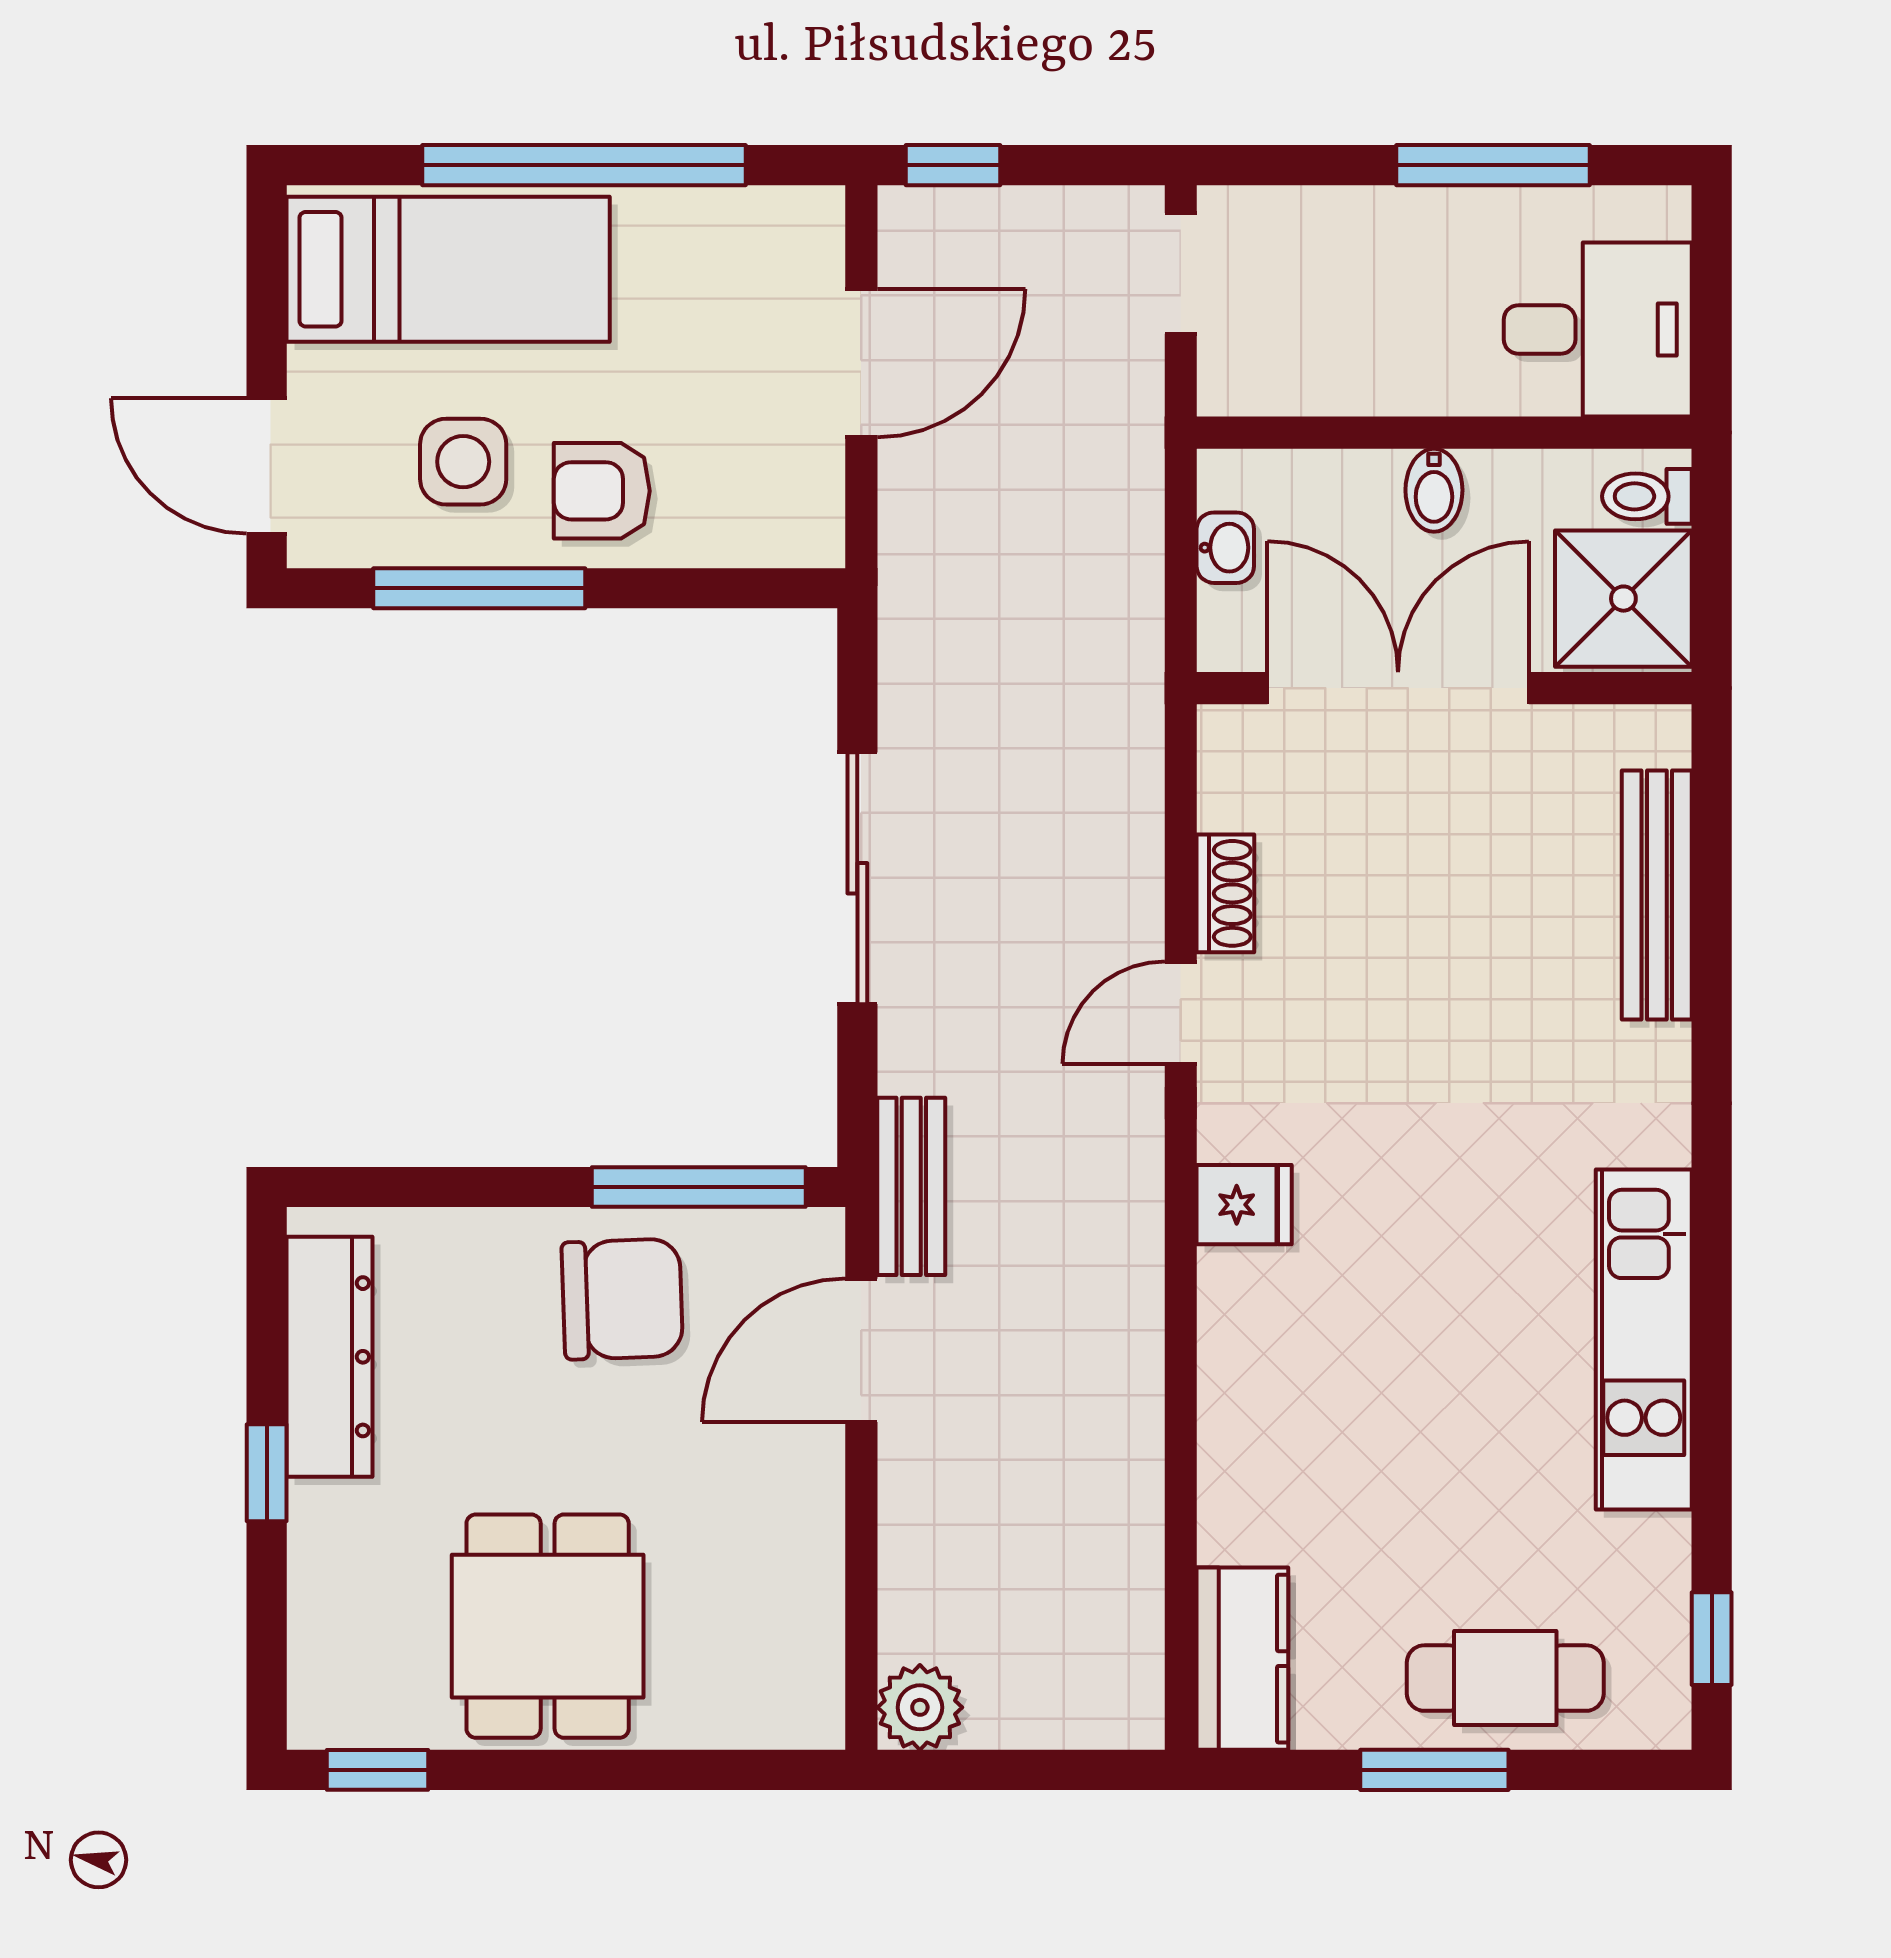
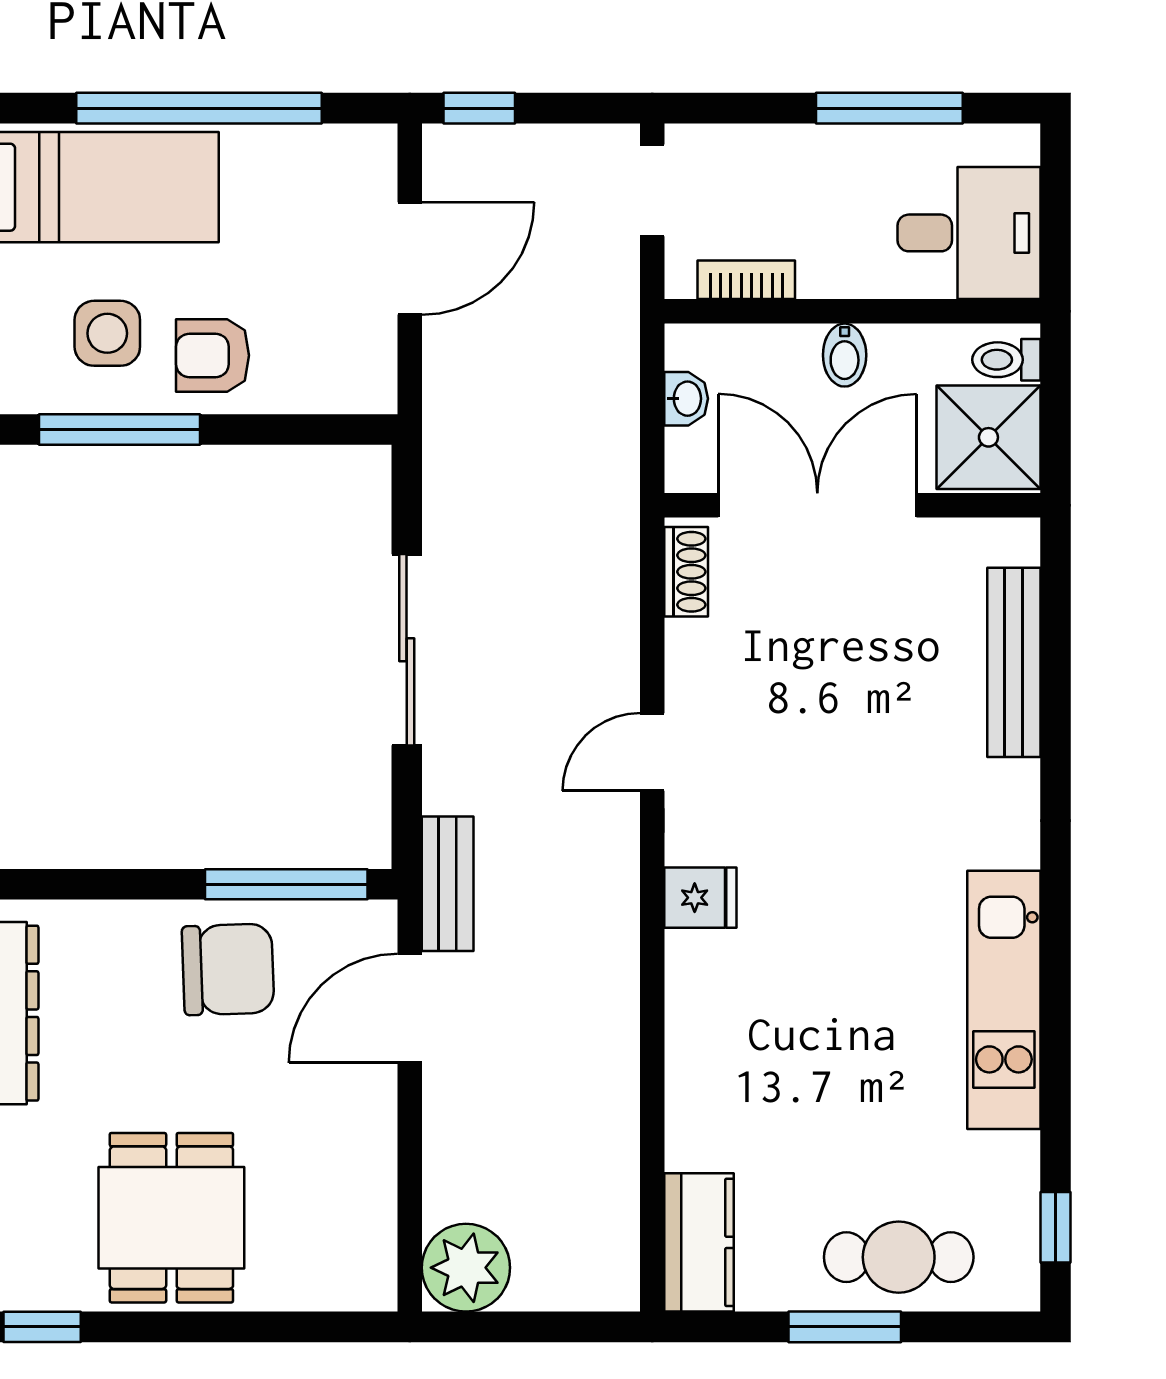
bookcase: (1305, 391) -> (746, 280), added
shoe rack: (1225, 893) -> (686, 572), moved
plant: (920, 1707) -> (466, 1268), width x1.36, depth x1.36

